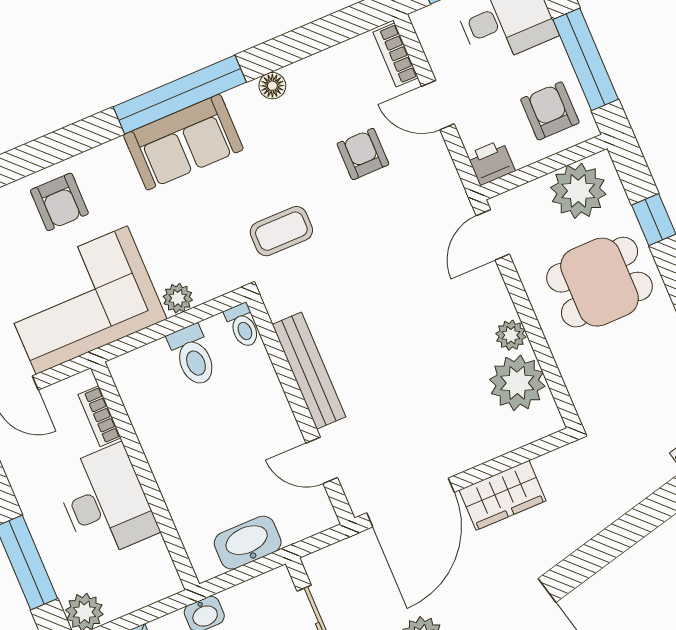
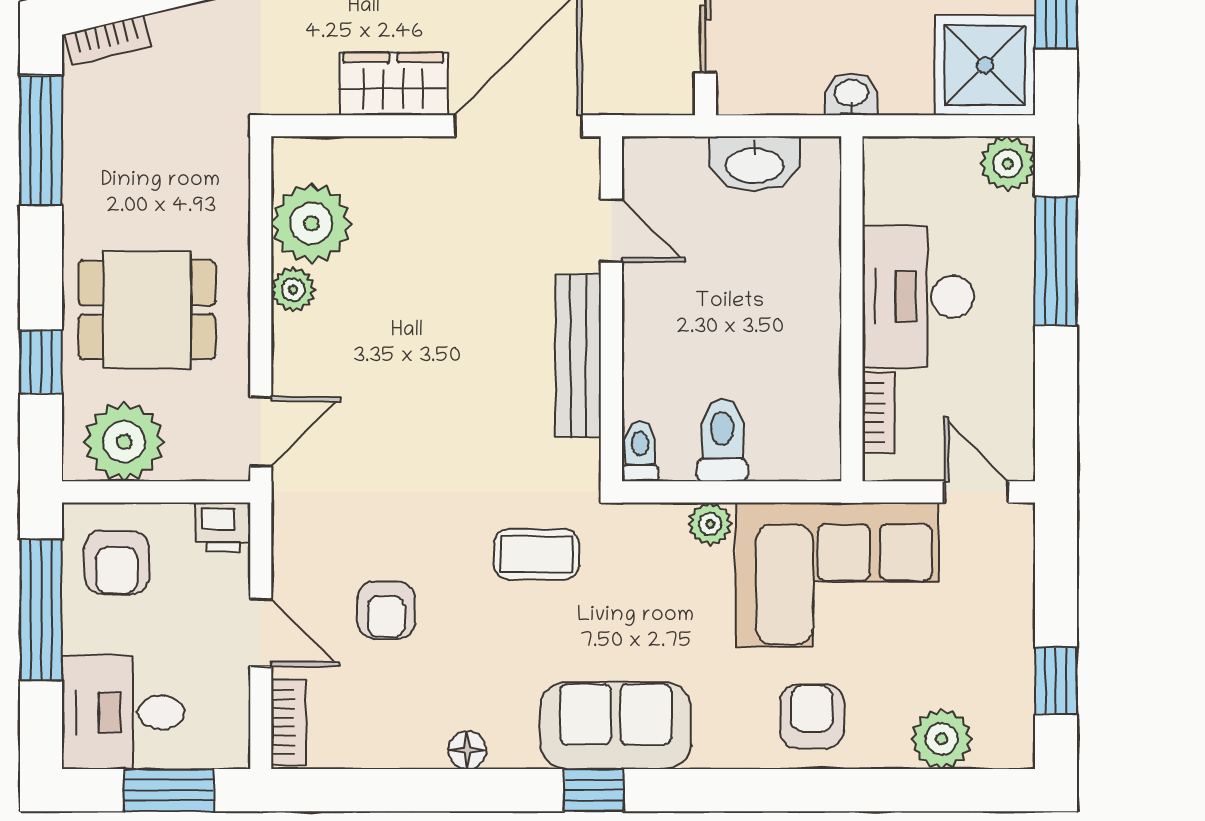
window: (180, 95) -> (594, 790), width x0.32

